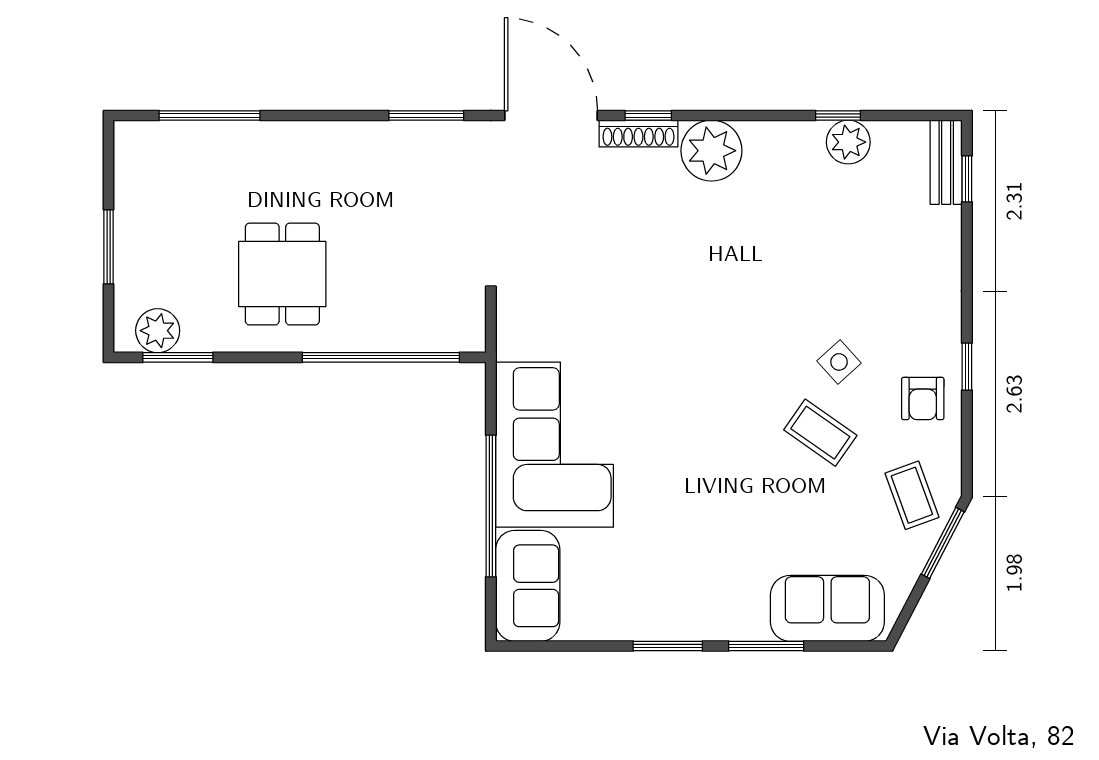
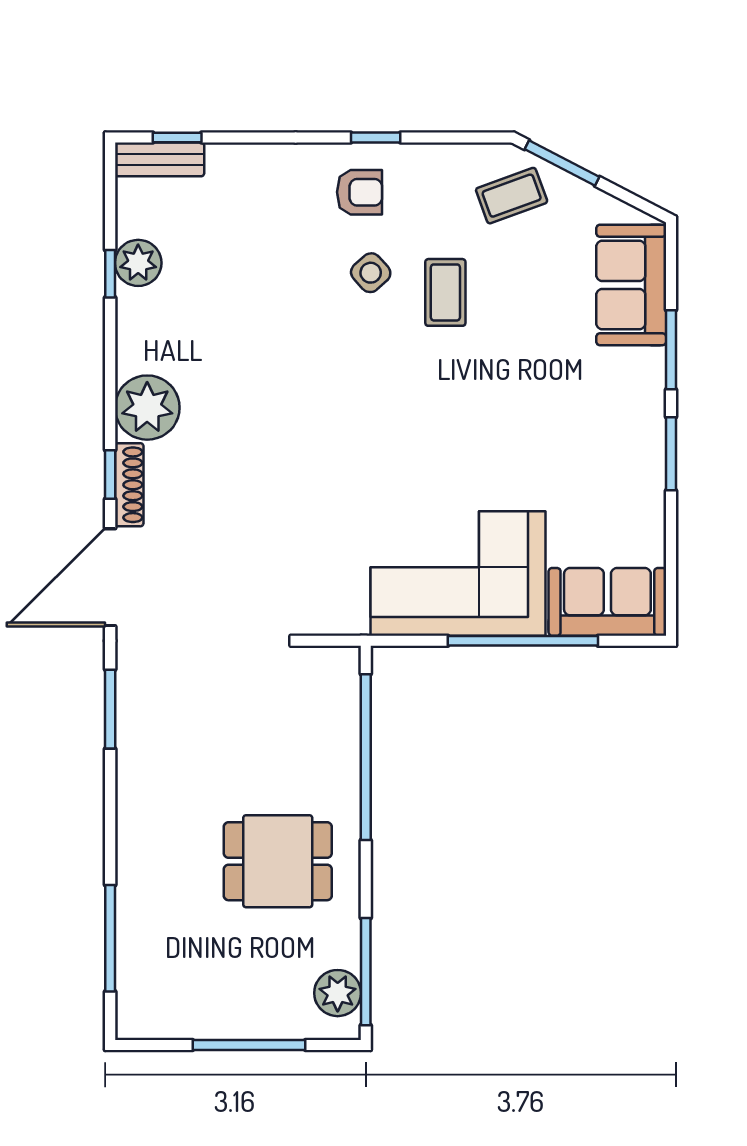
window: (109, 247) -> (249, 1045), width x1.44
window: (178, 357) -> (366, 972), width x1.44
armchair: (923, 399) -> (360, 192), moved
coffee table: (820, 433) -> (445, 292), turned -35

